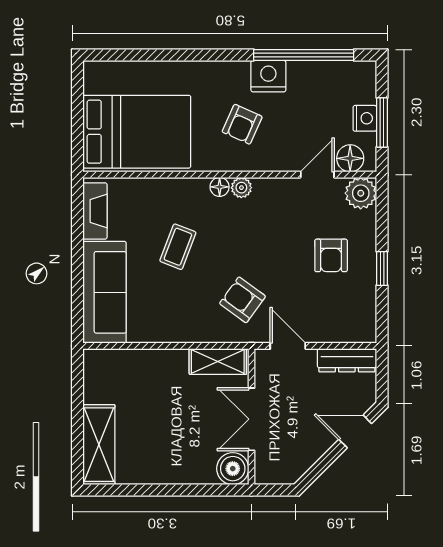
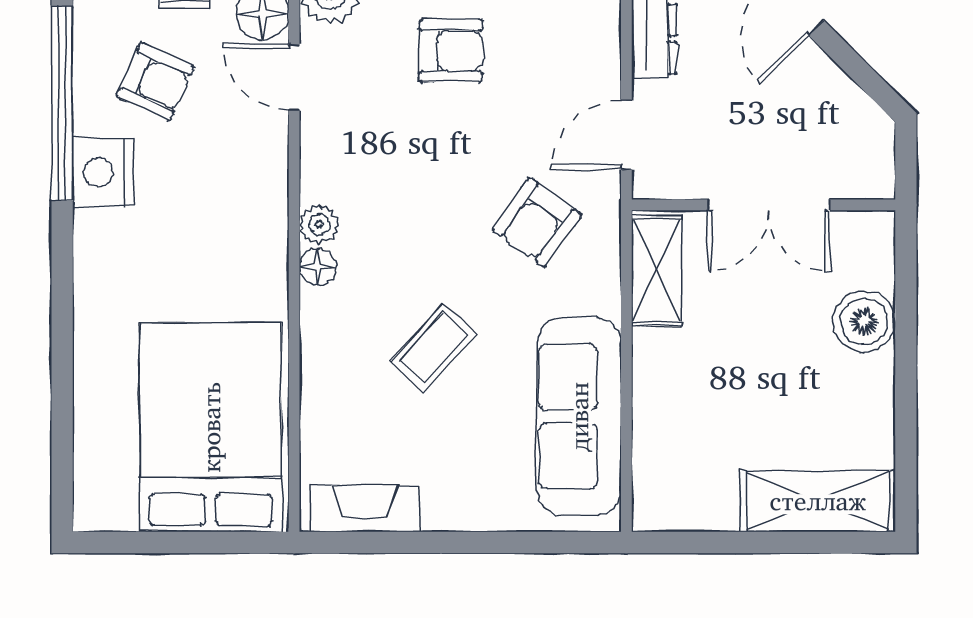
armchair: (242, 124) -> (155, 82), moved
coffee table: (178, 247) -> (434, 348), turned -69
sofa: (105, 292) -> (579, 417), moved, turned -90
boiler: (233, 469) -> (864, 321), moved

